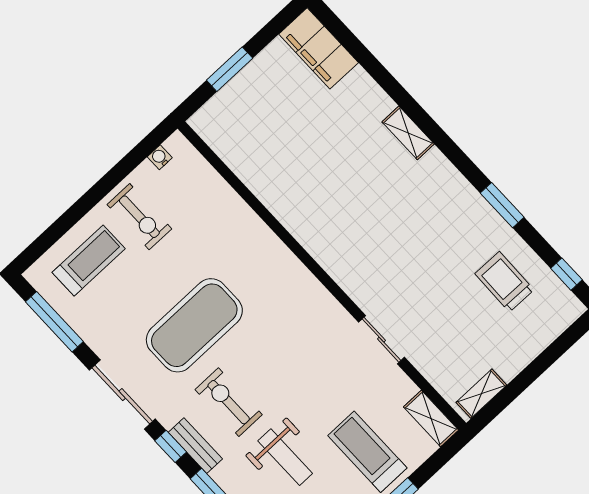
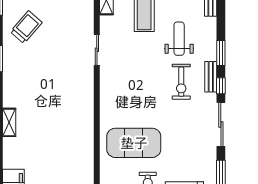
trolley: (504, 282) -> (26, 27), turned -140
exercise mat: (194, 325) -> (134, 143), moved

